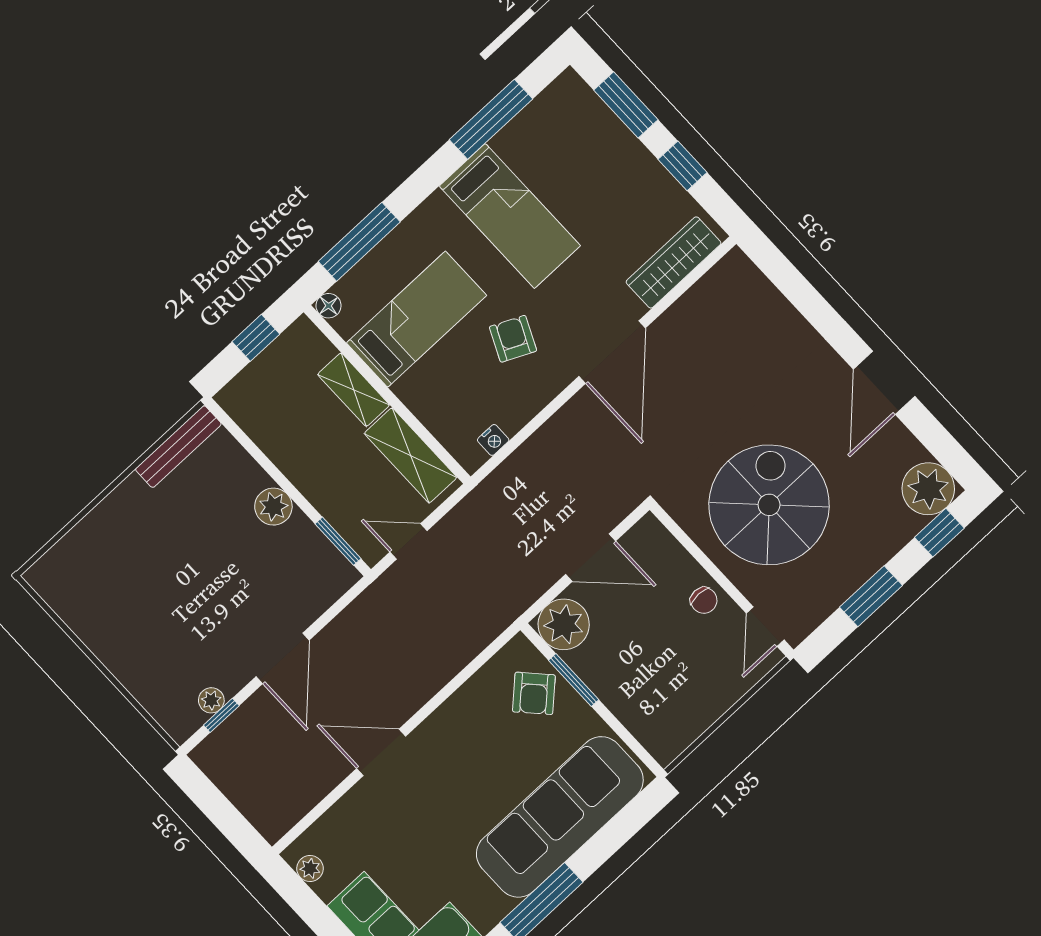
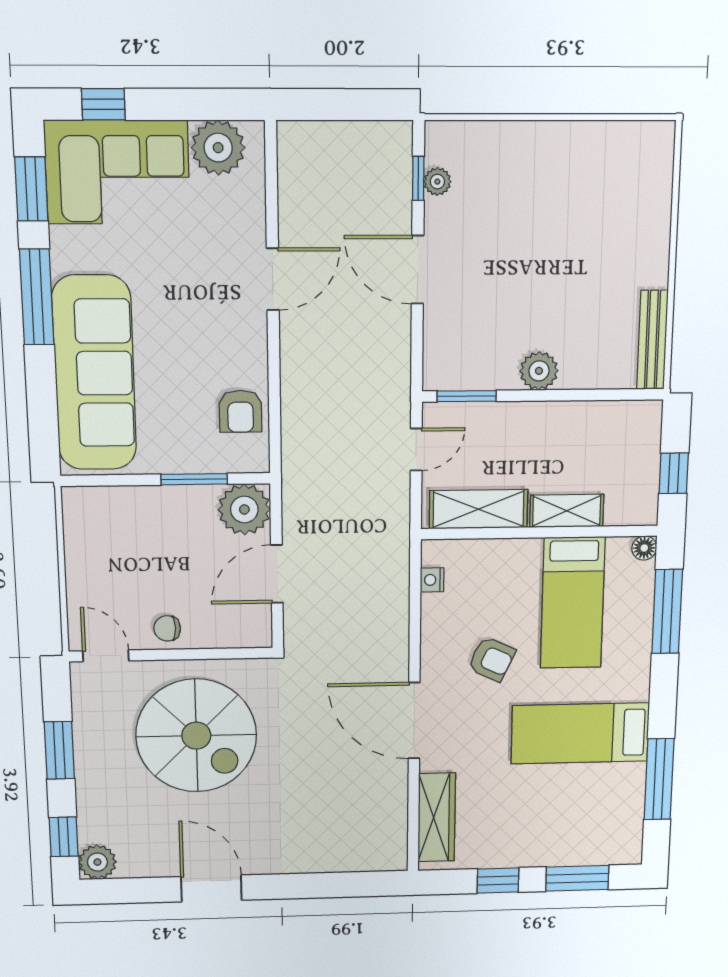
plant: (928, 489) -> (97, 862), width x0.73, depth x0.73
armchair: (534, 693) -> (240, 411), moved, turned -137
plant: (310, 869) -> (218, 148), width x1.88, depth x1.88

